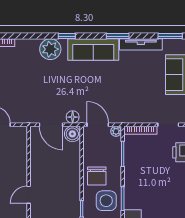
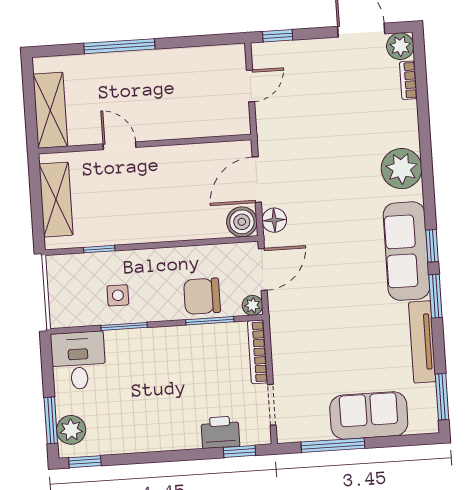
window: (67, 36) -> (432, 246), moved
chair: (97, 176) -> (202, 296), moved
side table: (106, 201) -> (118, 295), width x0.54, depth x0.54

